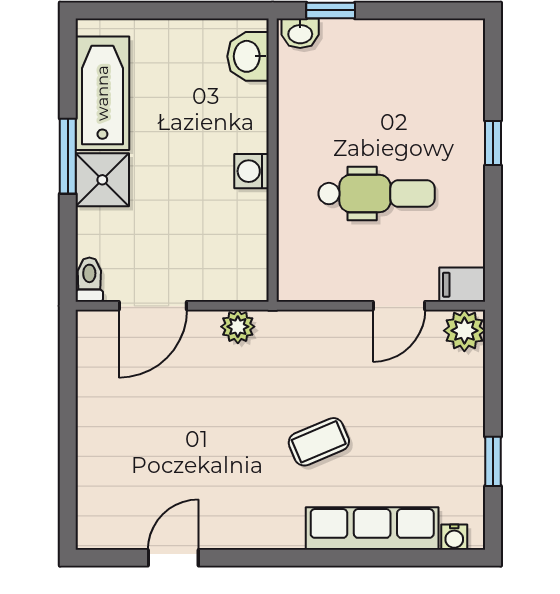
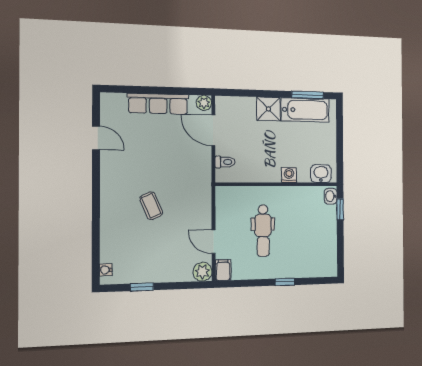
window: (68, 156) -> (308, 95), moved
washing machine: (251, 171) -> (289, 175), moved
toilet: (89, 280) -> (225, 162), moved
plant: (238, 327) -> (204, 103), moved
row of seats: (372, 529) -> (158, 104), moved, turned 90

